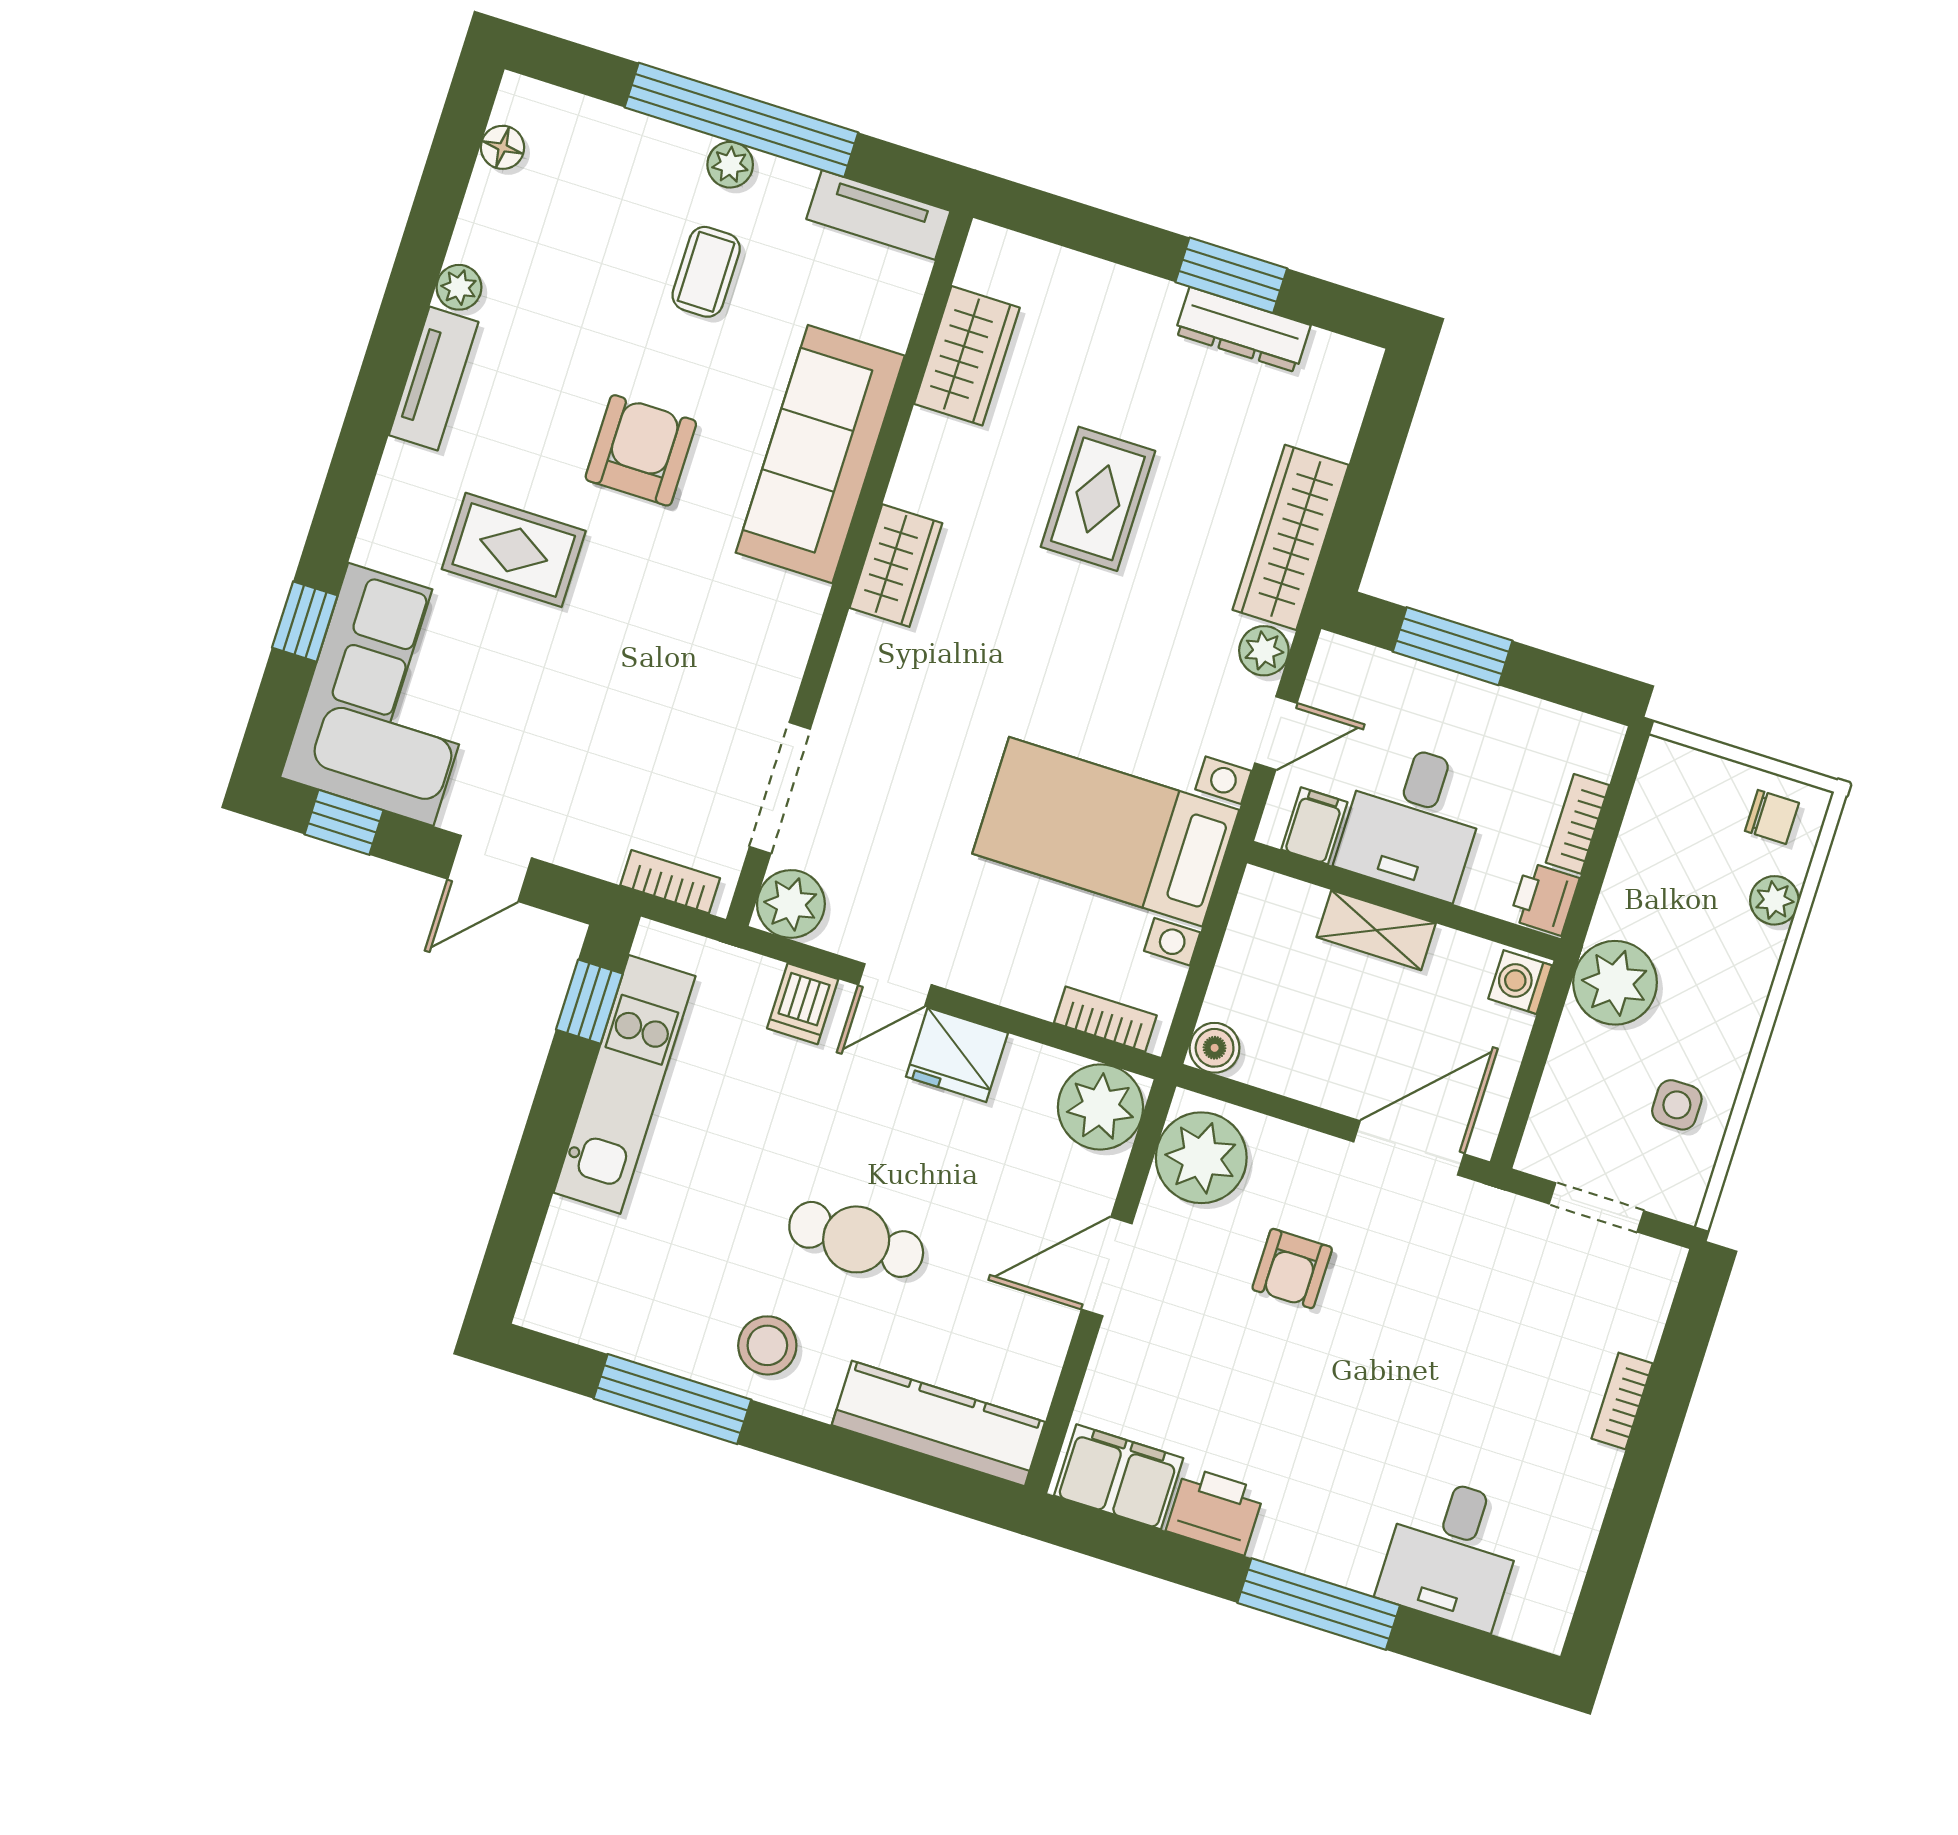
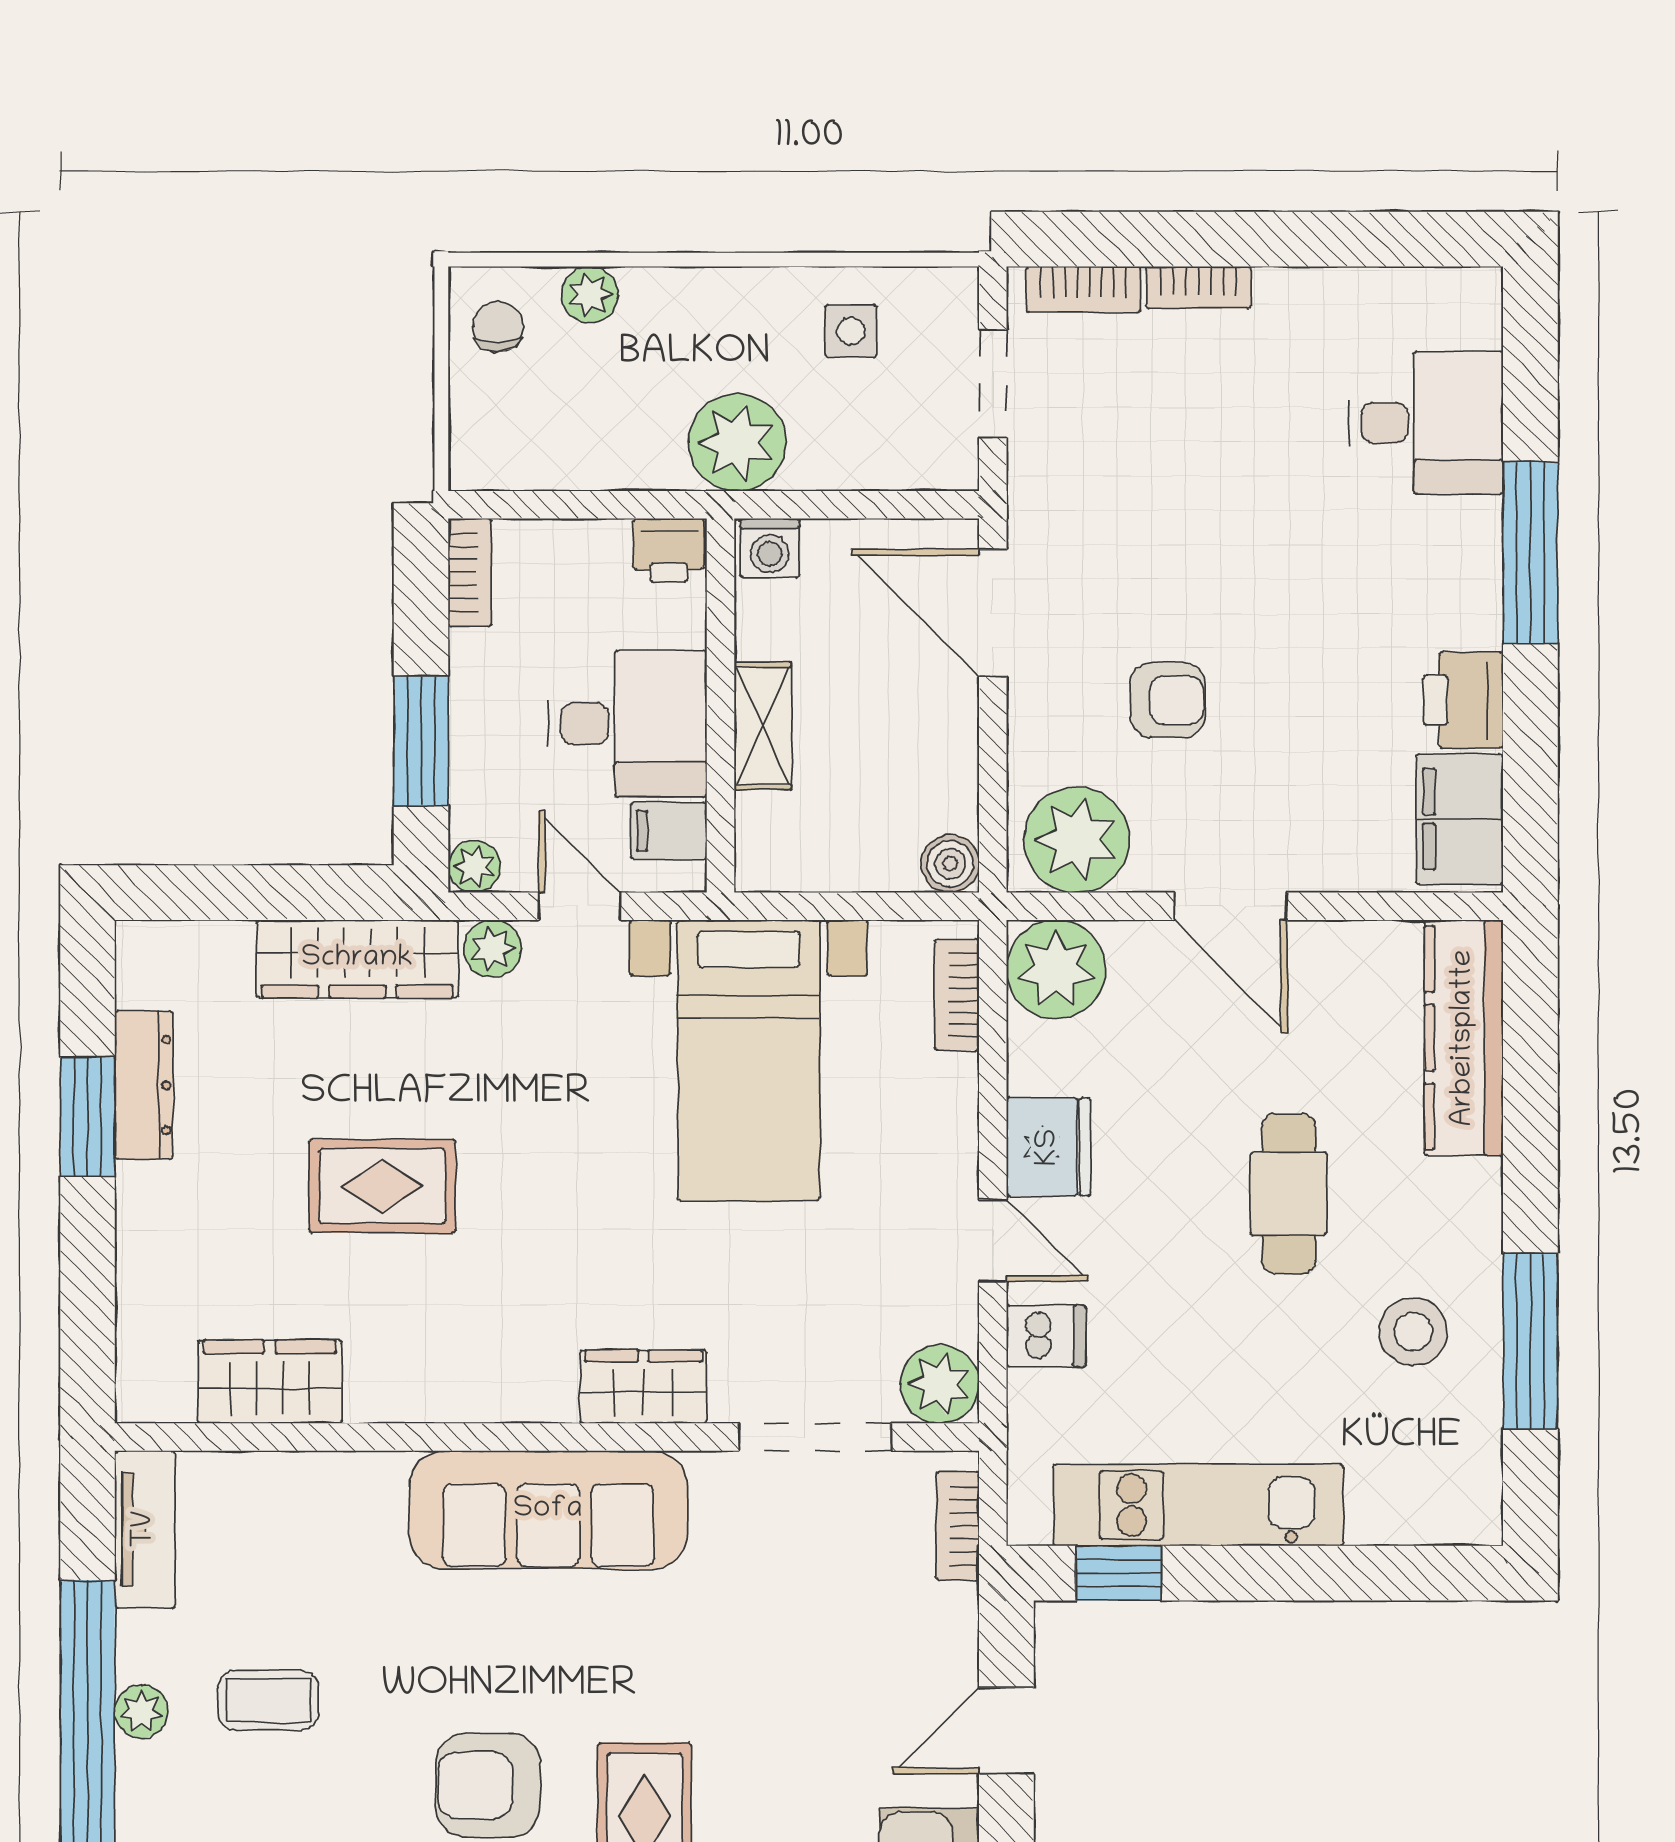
armchair: (641, 450) -> (488, 1785), moved
sofa: (820, 454) -> (548, 1510), moved
wardrobe: (896, 566) -> (643, 1387), moved
plant: (1336, 657) -> (474, 866), added
bookcase: (1578, 824) -> (470, 572), moved, turned -90
door: (490, 869) -> (1006, 1731), swing flipped
bookcase: (1650, 1306) -> (1083, 289), added
stool: (767, 1345) -> (1413, 1331), moved

